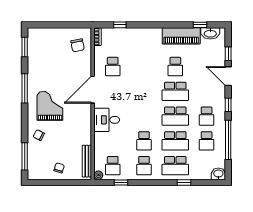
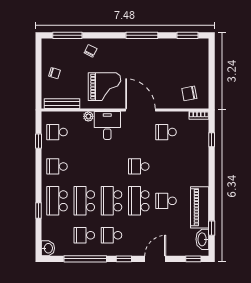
window: (228, 54) -> (193, 259), moved
grand piano: (50, 106) -> (104, 87), moved
school desk: (144, 141) -> (139, 166), moved
plant: (98, 175) -> (88, 116), moved

